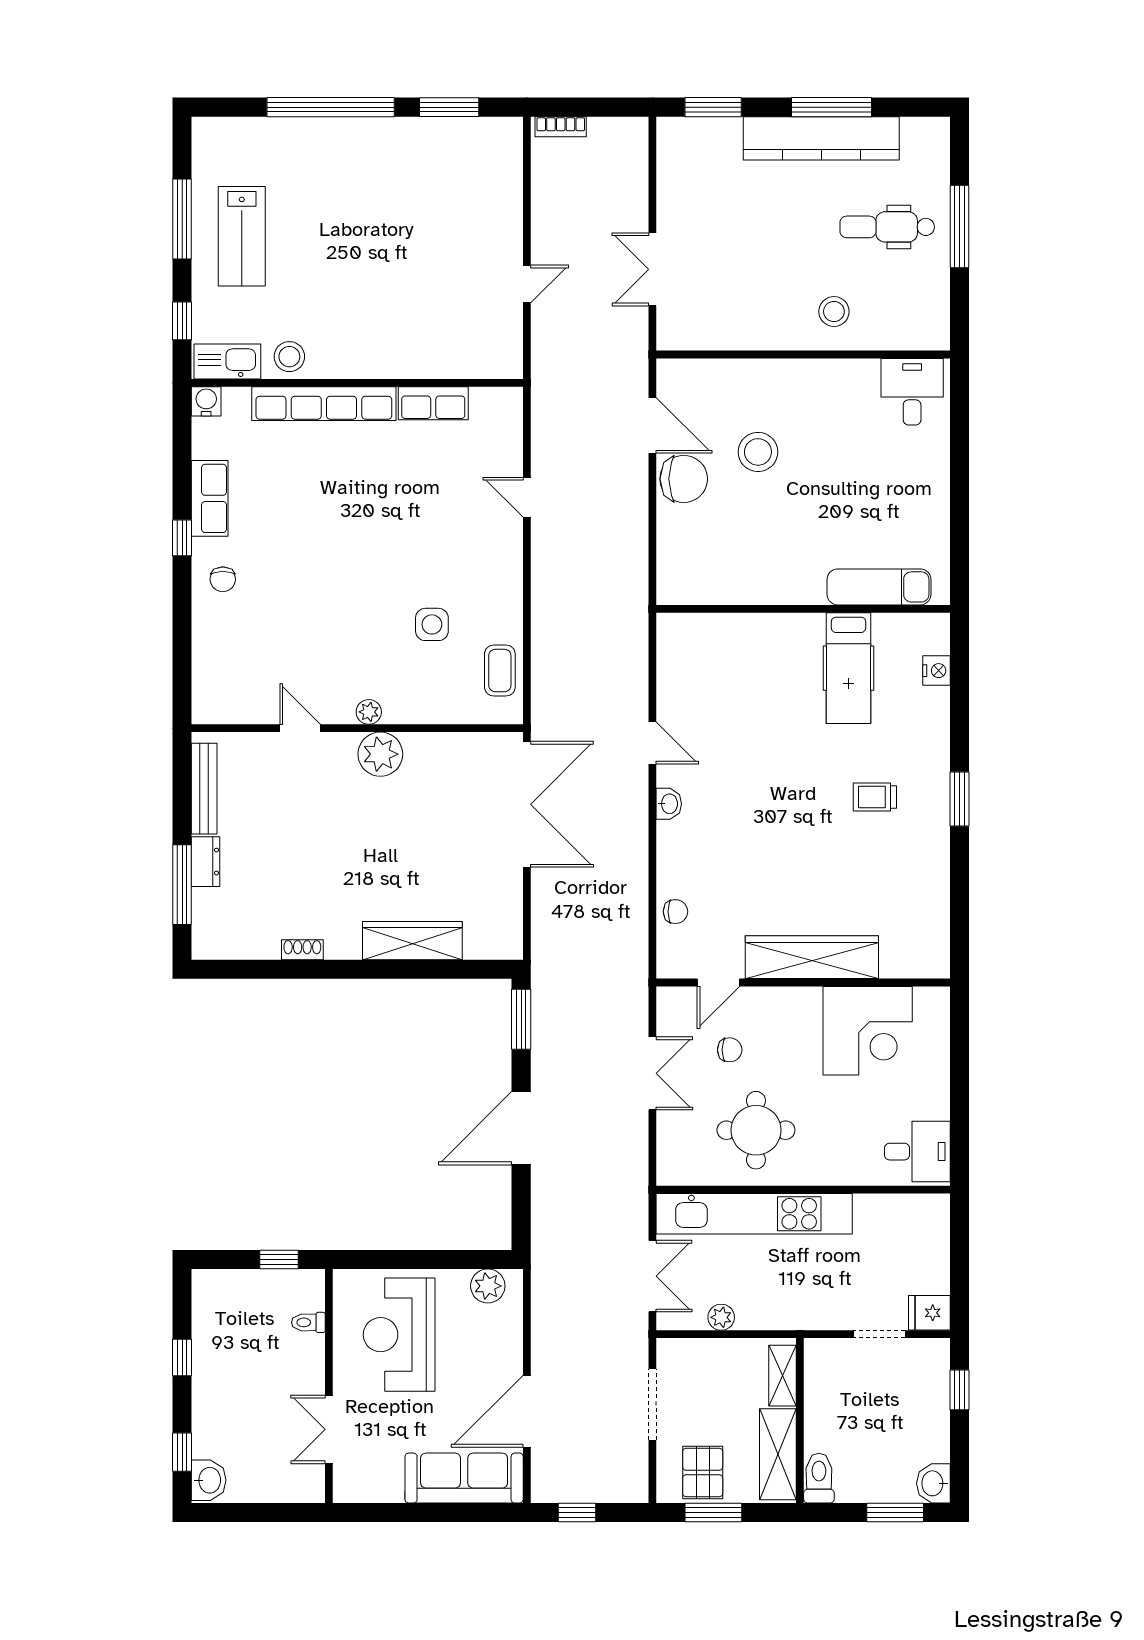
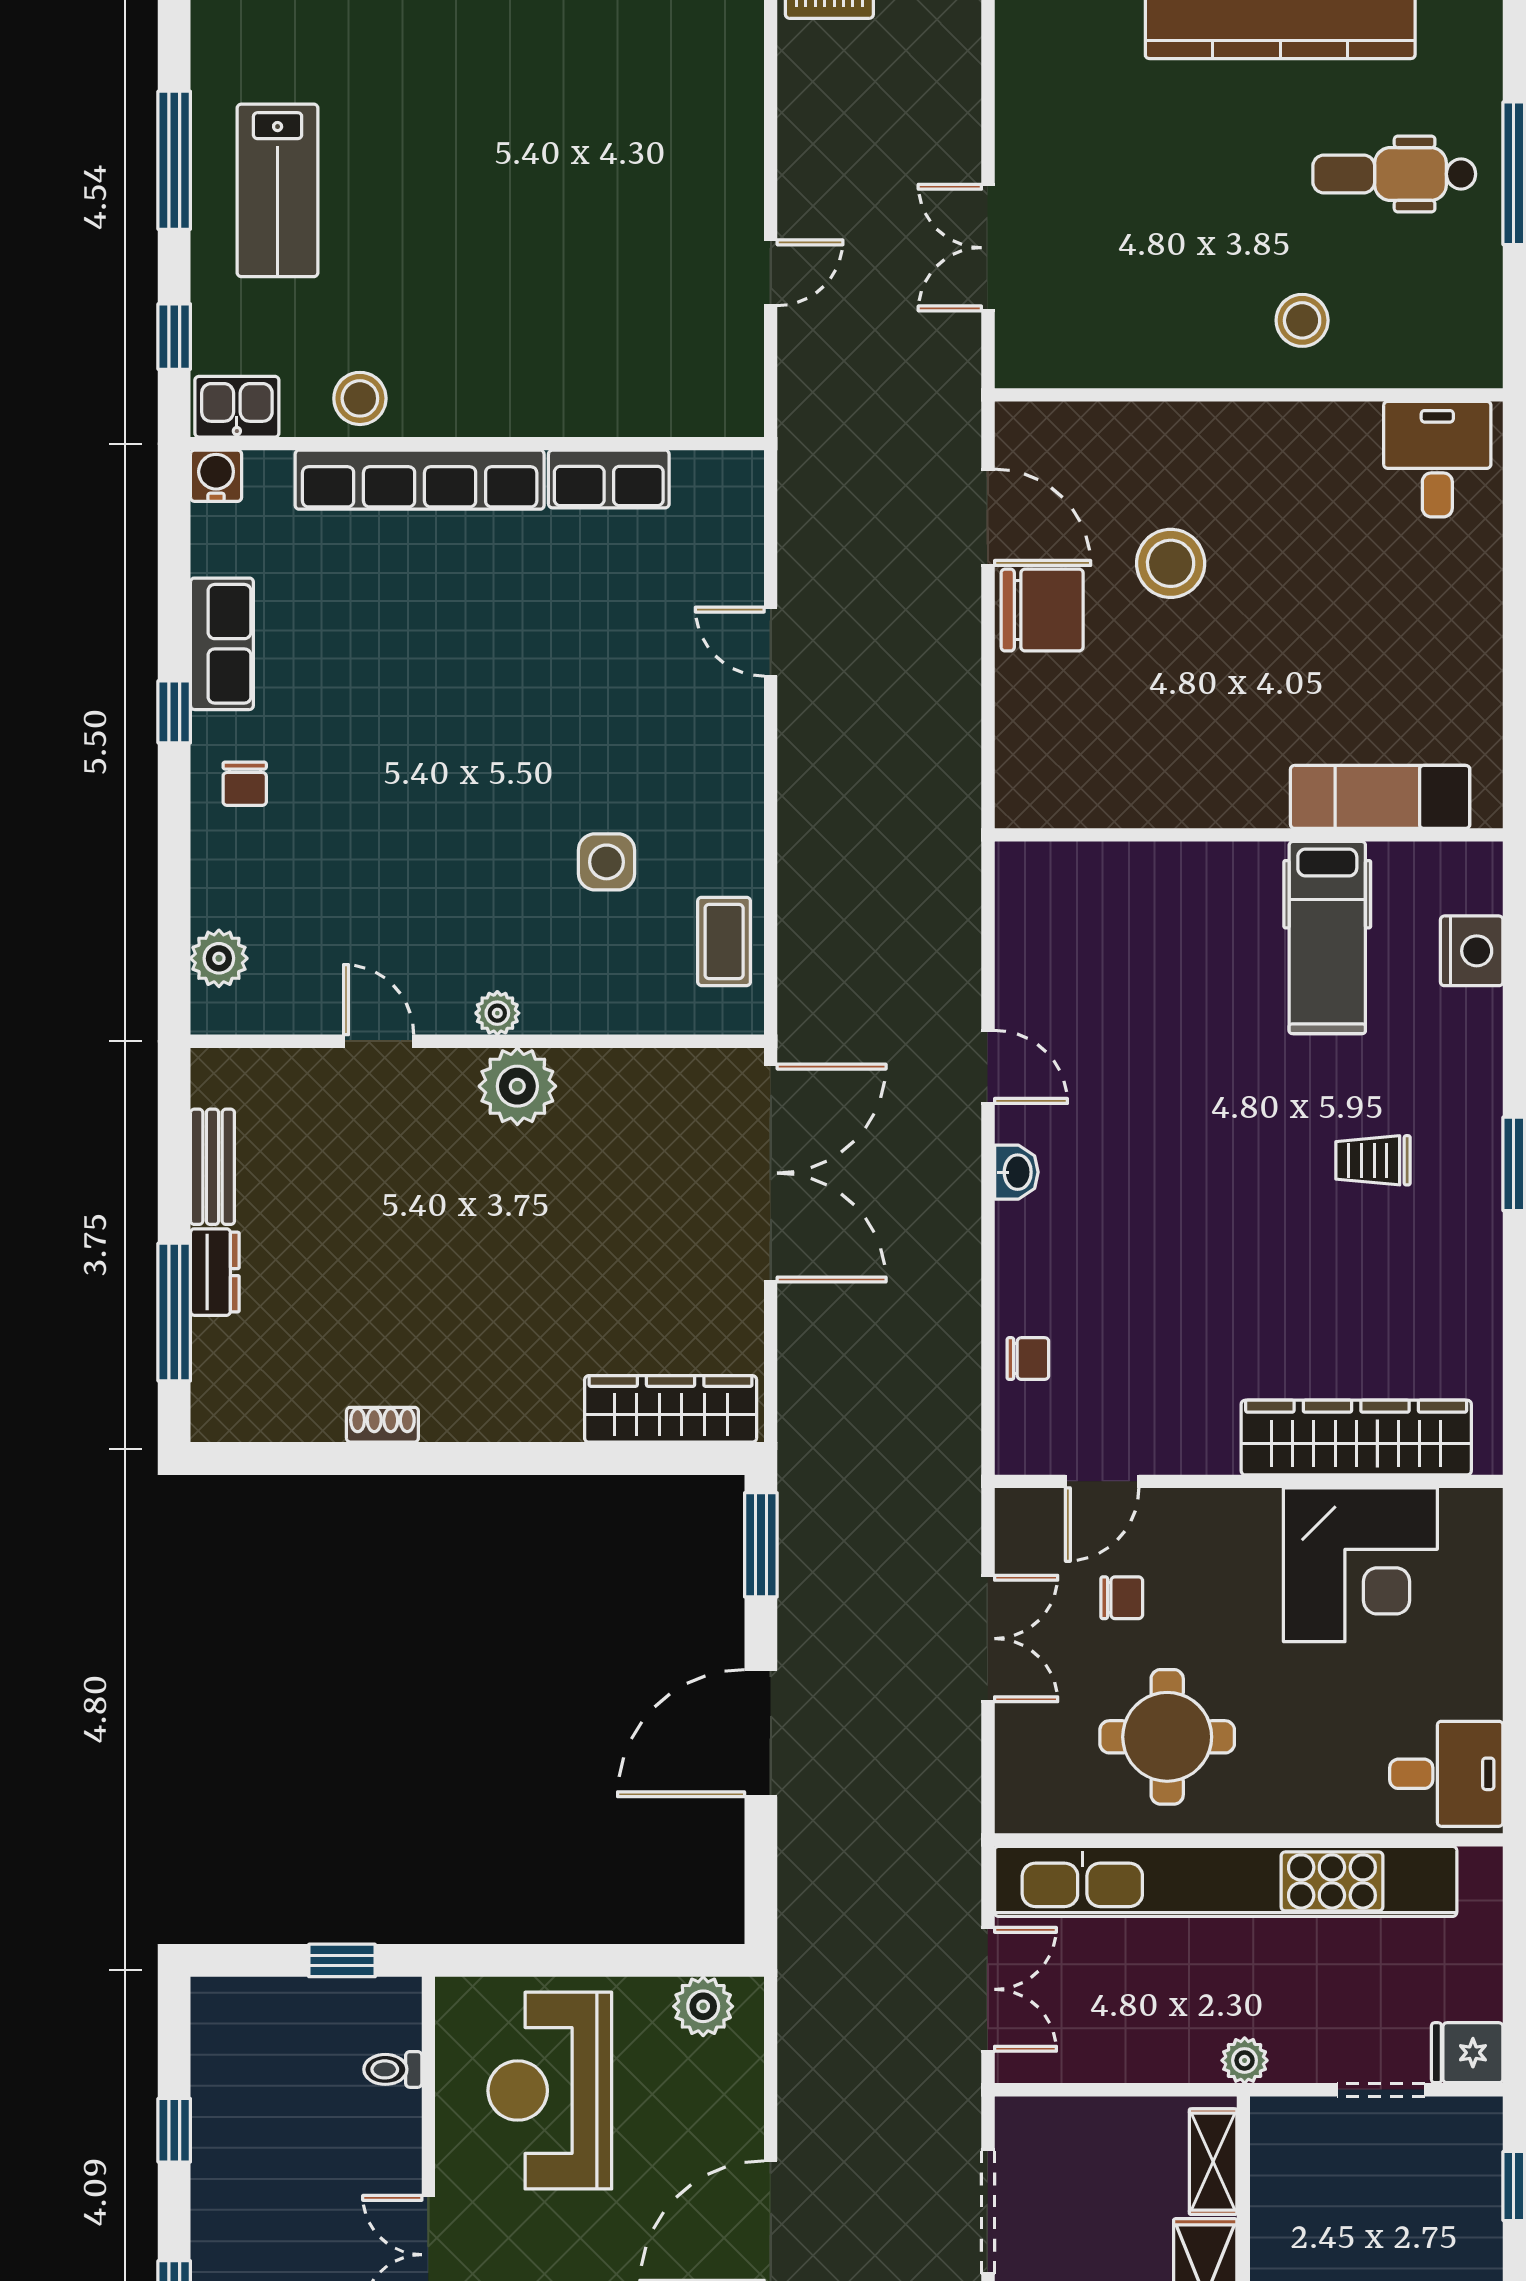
kitchen sink: (227, 361) -> (237, 407), width x0.73
nightstand: (936, 671) -> (1472, 951), width x1.36, depth x1.33
plant: (208, 680) -> (219, 958), added
bench: (204, 789) -> (212, 1167), width x0.73
wardrobe: (412, 941) -> (671, 1409), moved
wardrobe: (812, 957) -> (1356, 1438), moved
kitchen unit: (754, 1214) -> (1226, 1881), width x1.36
plant: (721, 1317) -> (1245, 2060), moved

